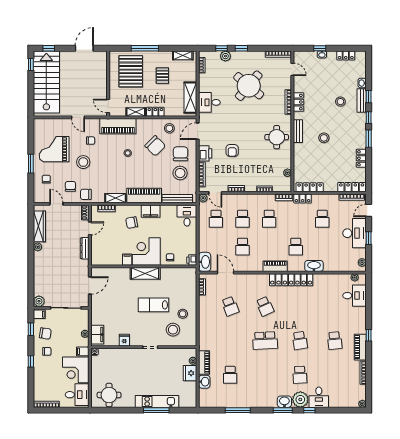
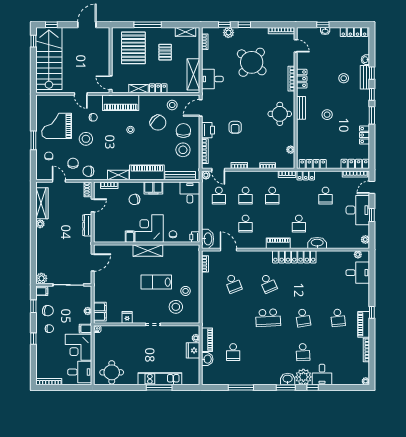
locker: (346, 55) -> (354, 32), width x1.53

